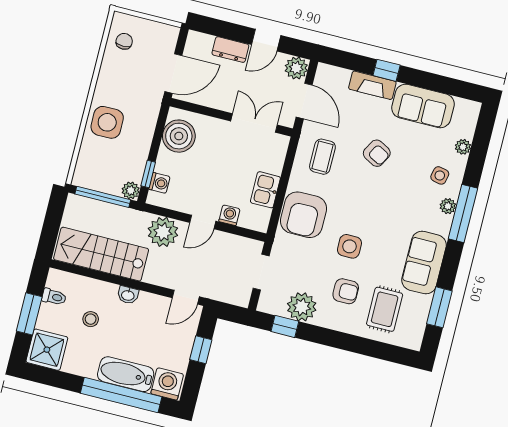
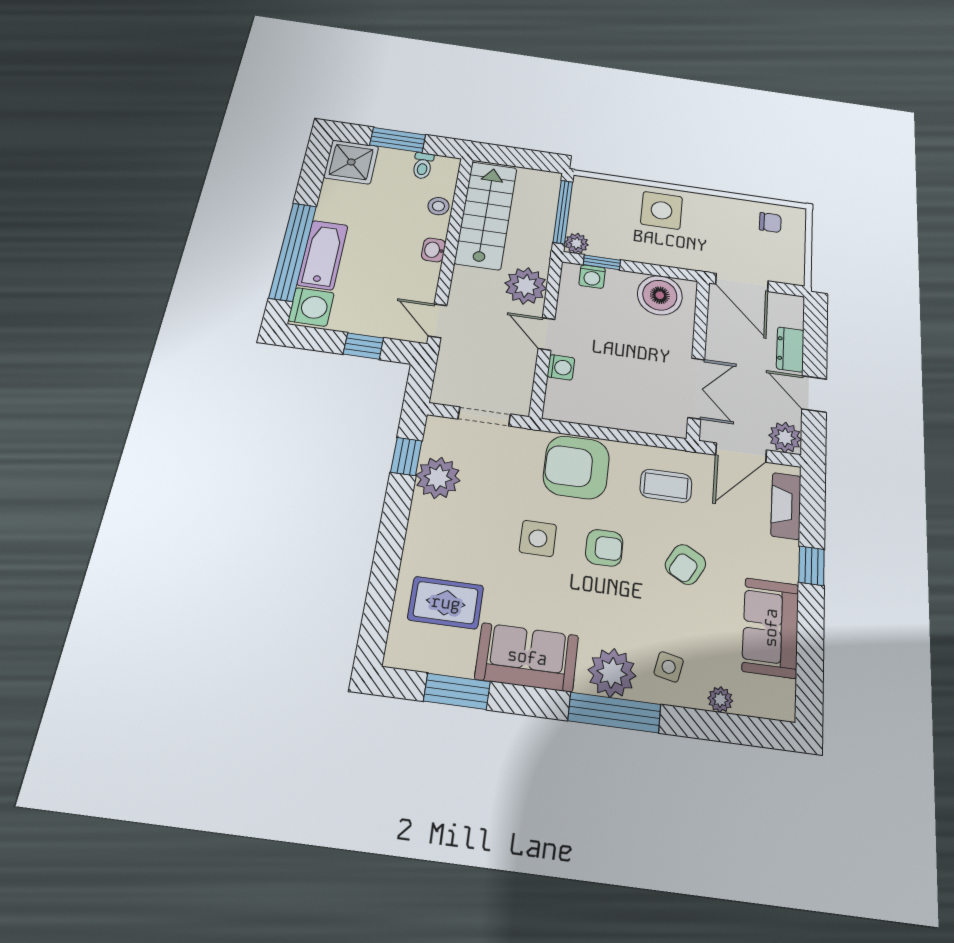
fireplace: (372, 85) -> (786, 506), moved
kitchen sink: (265, 190) -> (605, 412), removed
plant: (448, 206) -> (612, 673), width x1.88, depth x1.88
armchair: (346, 291) -> (604, 548), moved, turned -90
stool: (91, 319) -> (438, 206), moved

